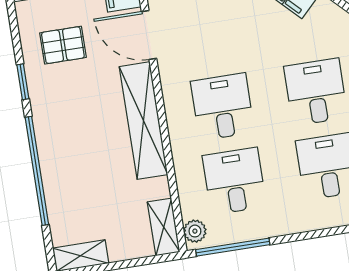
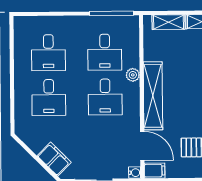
shelving: (164, 227) -> (168, 22), moved, turned 90
plant: (195, 231) -> (133, 75), moved

